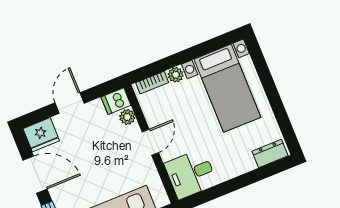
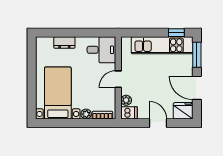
door: (70, 103) -> (158, 123), swing flipped
dresser: (270, 153) -> (64, 43), moved

